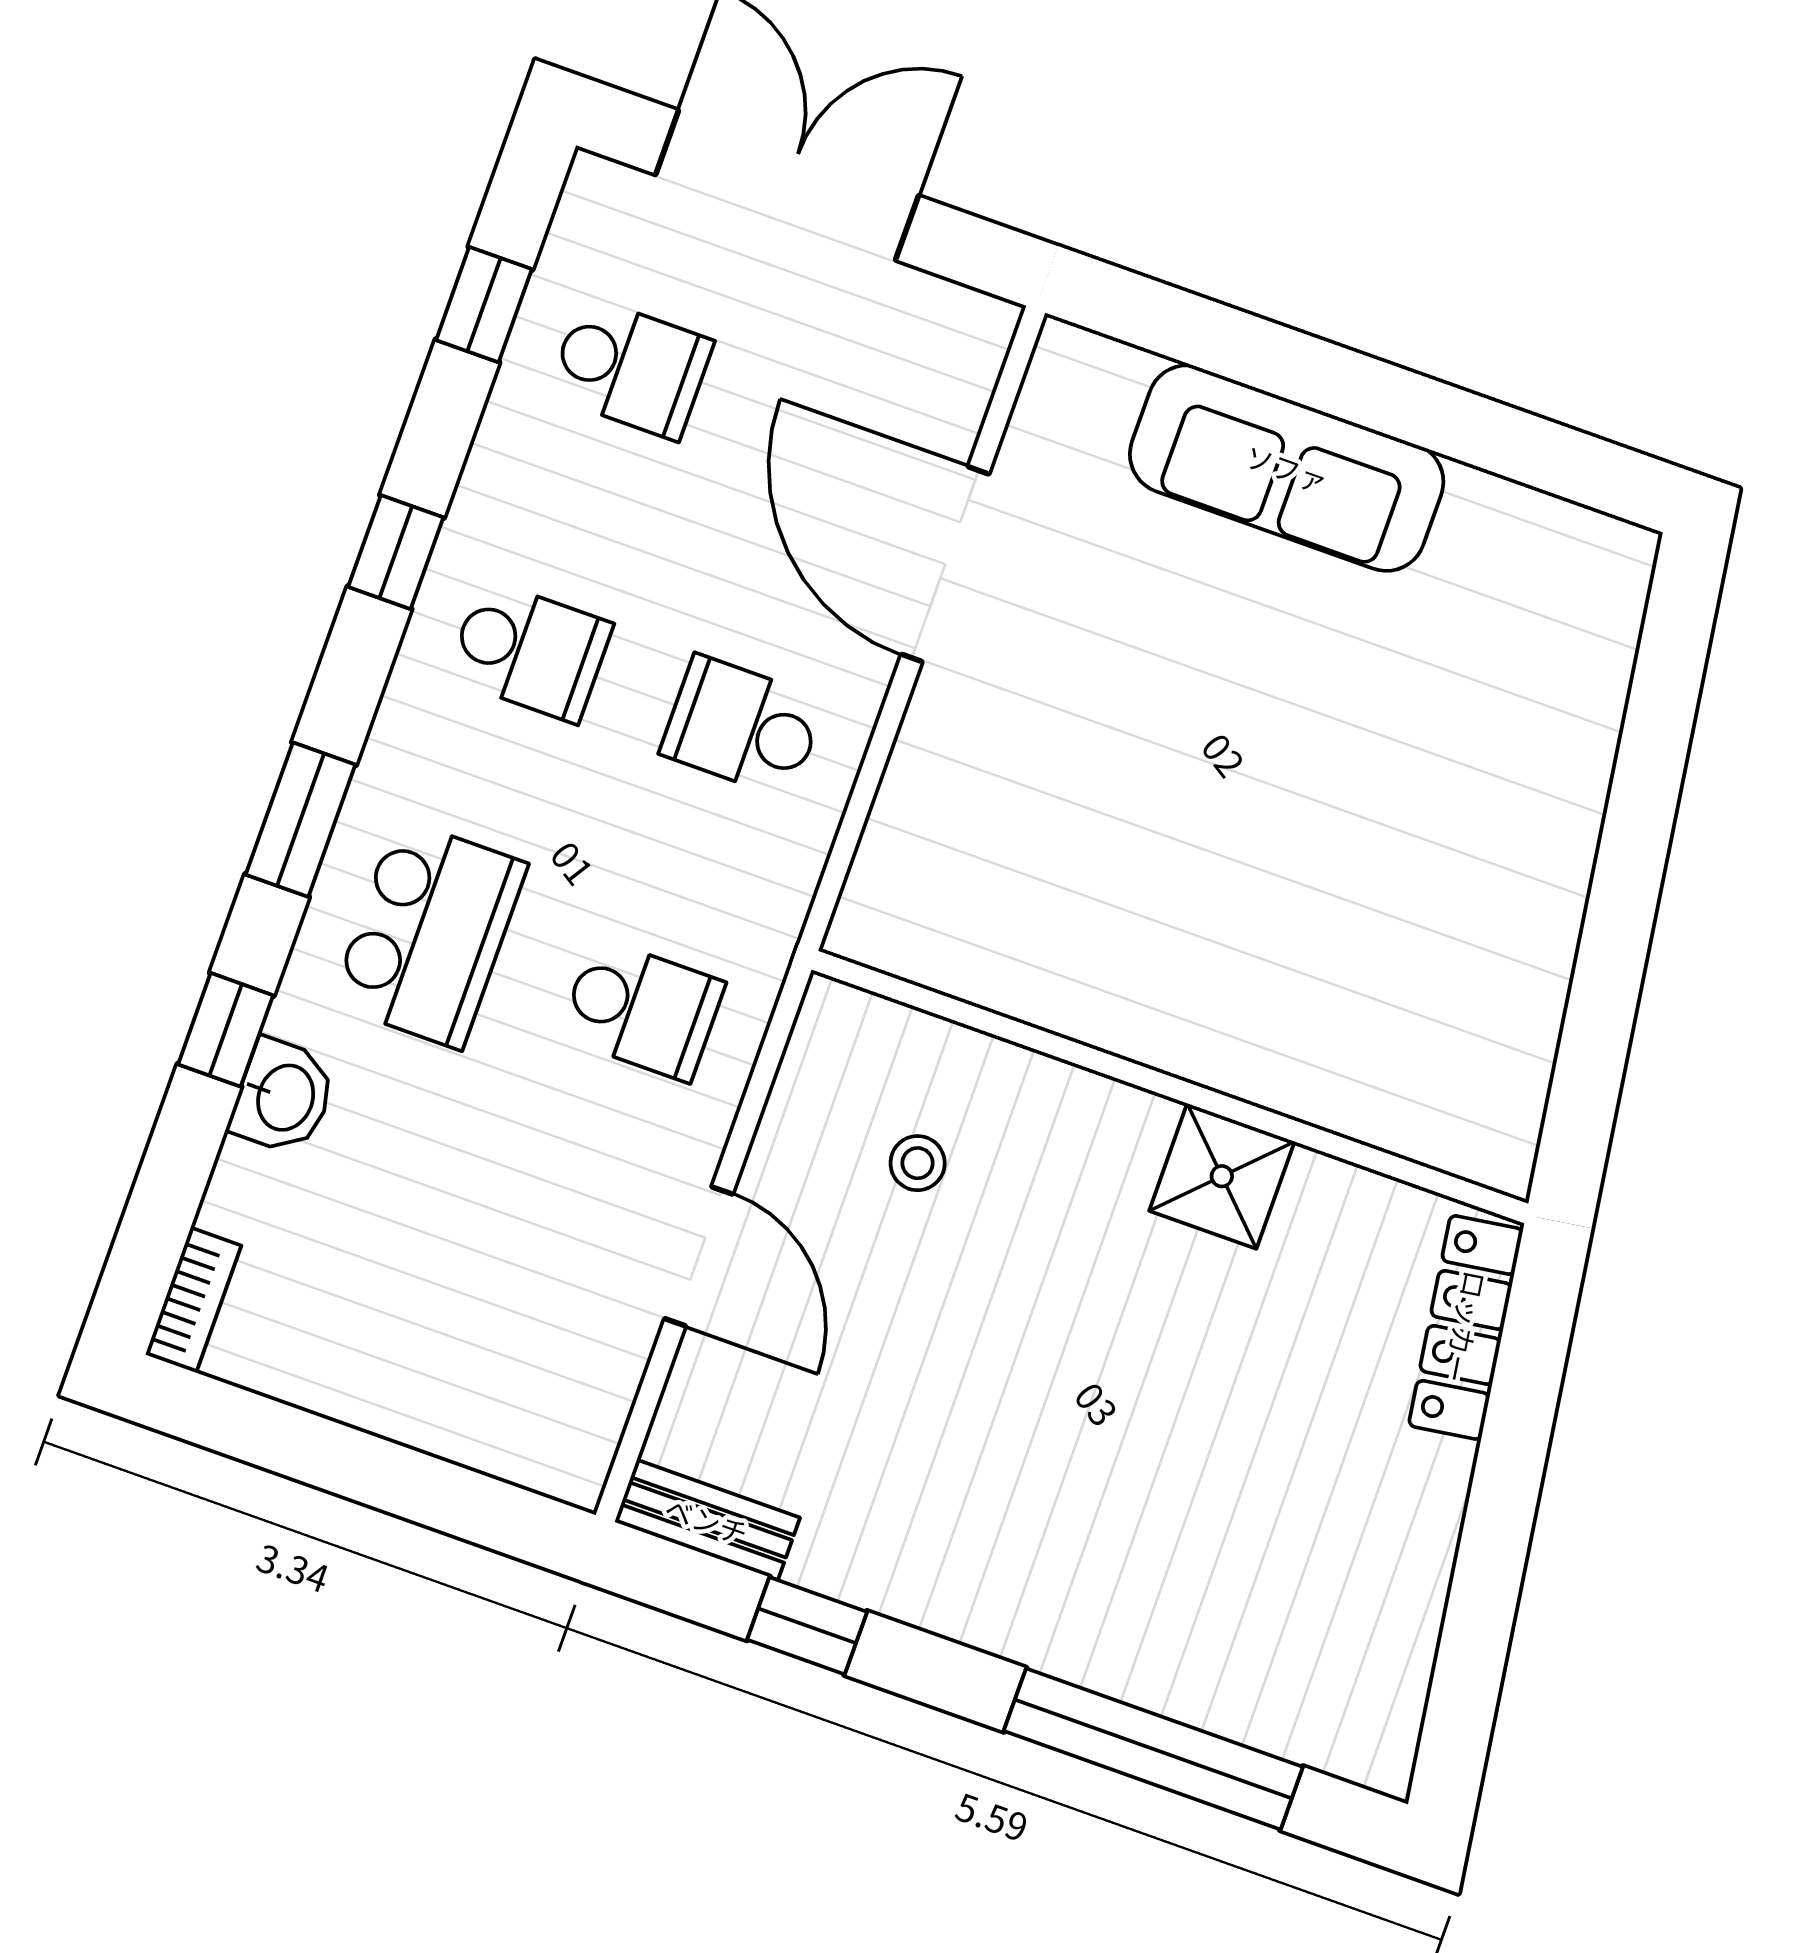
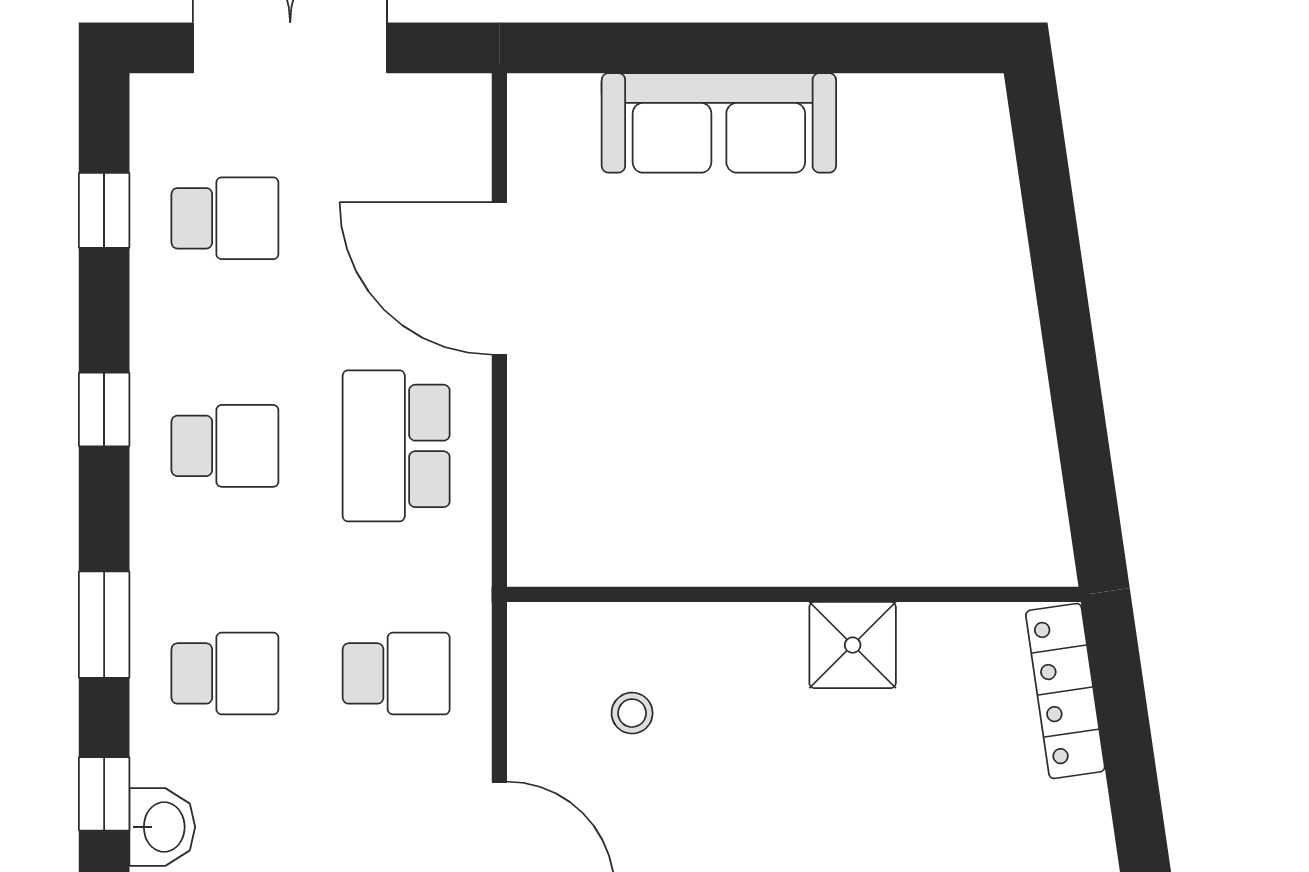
school desk: (743, 727) -> (396, 446), width x1.85
school desk: (429, 934) -> (225, 673), width x0.54

